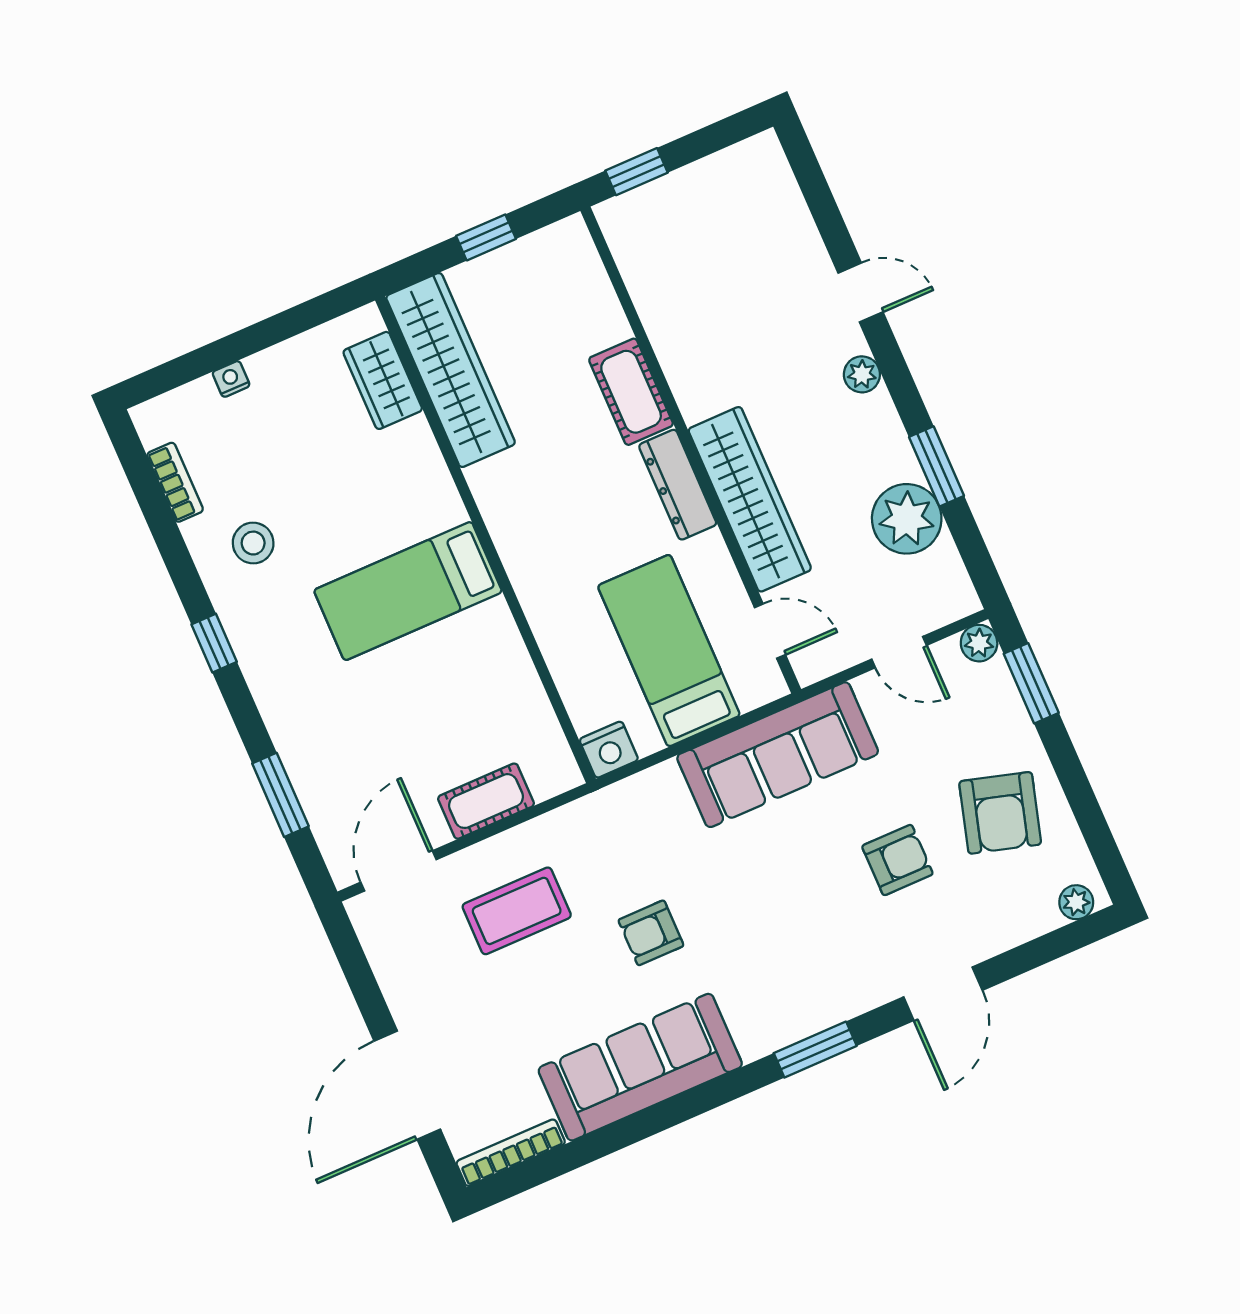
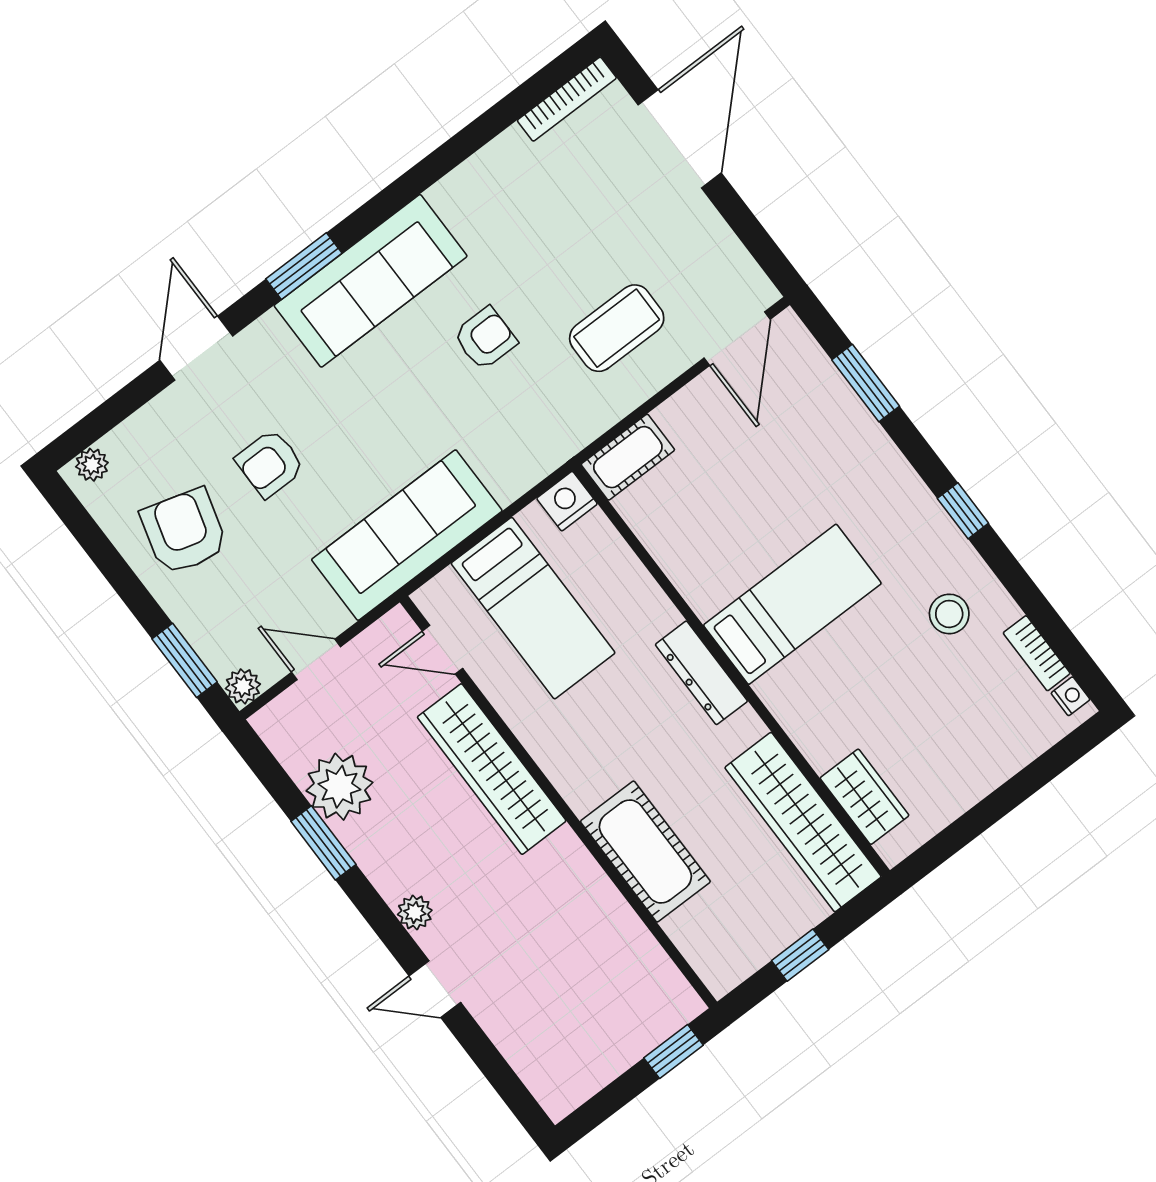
nightstand: (231, 379) -> (1071, 696), moved, turned -90
cot: (631, 392) -> (645, 852), width x1.37, depth x1.34
dresser: (678, 485) -> (701, 673), moved, turned 180
cot: (486, 801) -> (628, 457), moved
sofa: (640, 1067) -> (371, 281), moved

